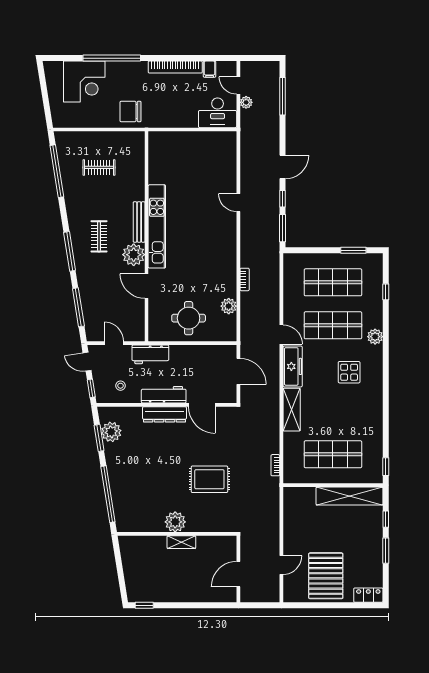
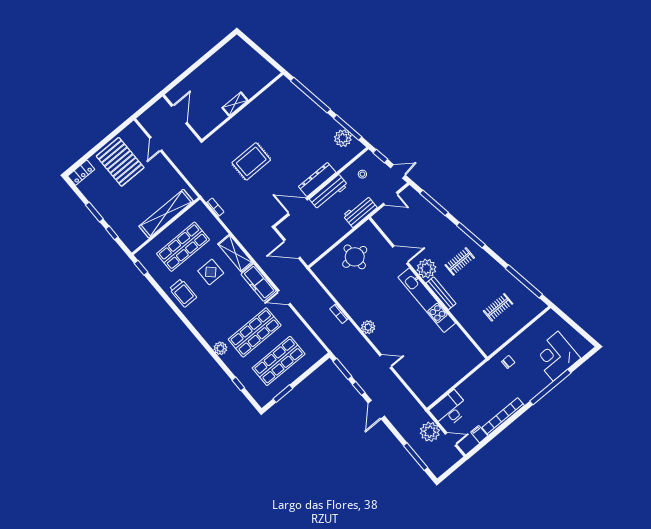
plant: (246, 102) -> (430, 432), width x1.88, depth x1.88
chair: (130, 112) -> (508, 362), width x0.54, depth x0.54
clothes rail: (99, 236) -> (460, 261), turned 90
plant: (229, 306) -> (368, 327), moved
display table: (349, 372) -> (211, 272), moved
trolley: (367, 413) -> (183, 293), added
window: (99, 438) -> (348, 127), width x1.44
shelving: (349, 496) -> (166, 214), moved
plant: (175, 522) -> (250, 114), removed
window: (144, 605) -> (224, 41), removed

